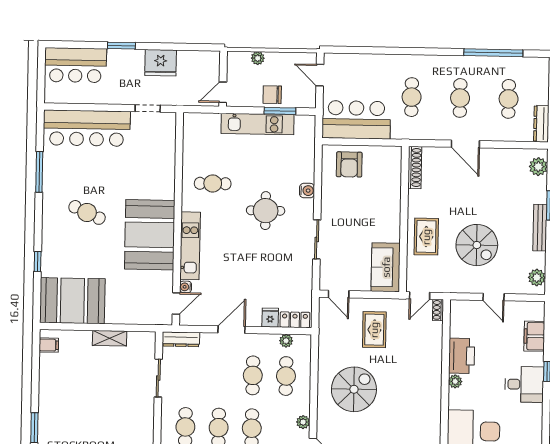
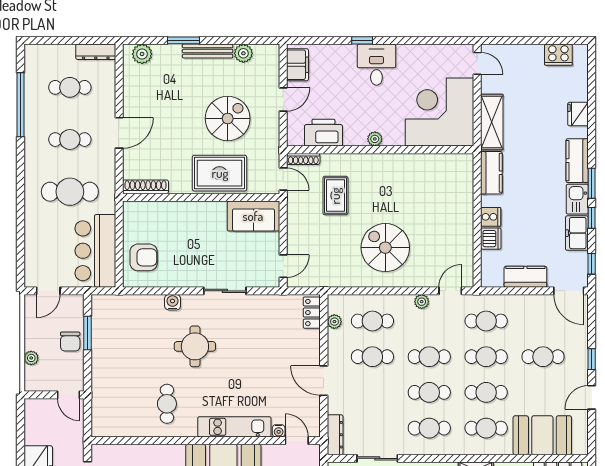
cafe table: (412, 97) -> (70, 192), width x1.37, depth x1.35
kitchen unit: (258, 124) -> (102, 357), removed
rug: (426, 237) -> (220, 173), width x1.36, depth x1.43
plant: (537, 278) -> (243, 53), moved
shoe rack: (438, 310) -> (303, 159), width x1.43
fridge: (270, 318) -> (310, 339), removed
rug: (374, 330) -> (335, 196), moved, turned 90
filing cabinet: (534, 336) -> (298, 65), moved, turned -90
printer: (462, 356) -> (323, 133), moved

